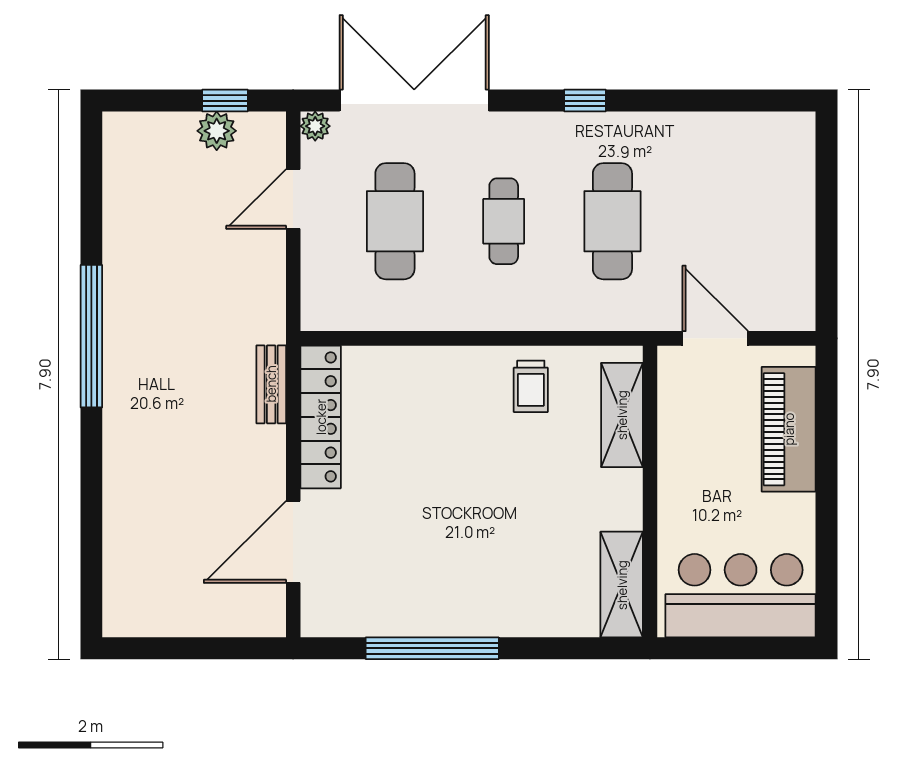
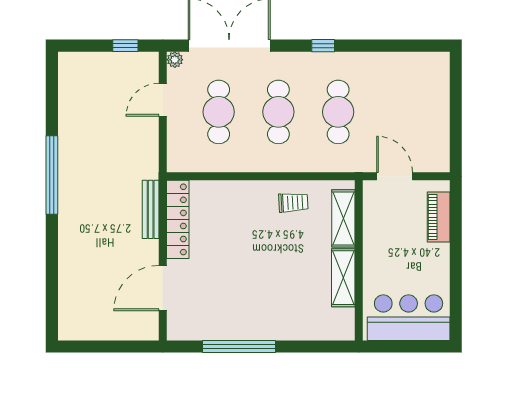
plant: (217, 131) -> (121, 62), removed
cafe table: (504, 221) -> (278, 112), width x1.37, depth x1.35
bench: (271, 384) -> (151, 209), width x1.36
trolley: (531, 386) -> (293, 203), turned -93
piano: (789, 429) -> (439, 217), width x0.73, depth x0.75
shelving: (622, 585) -> (343, 278), moved

